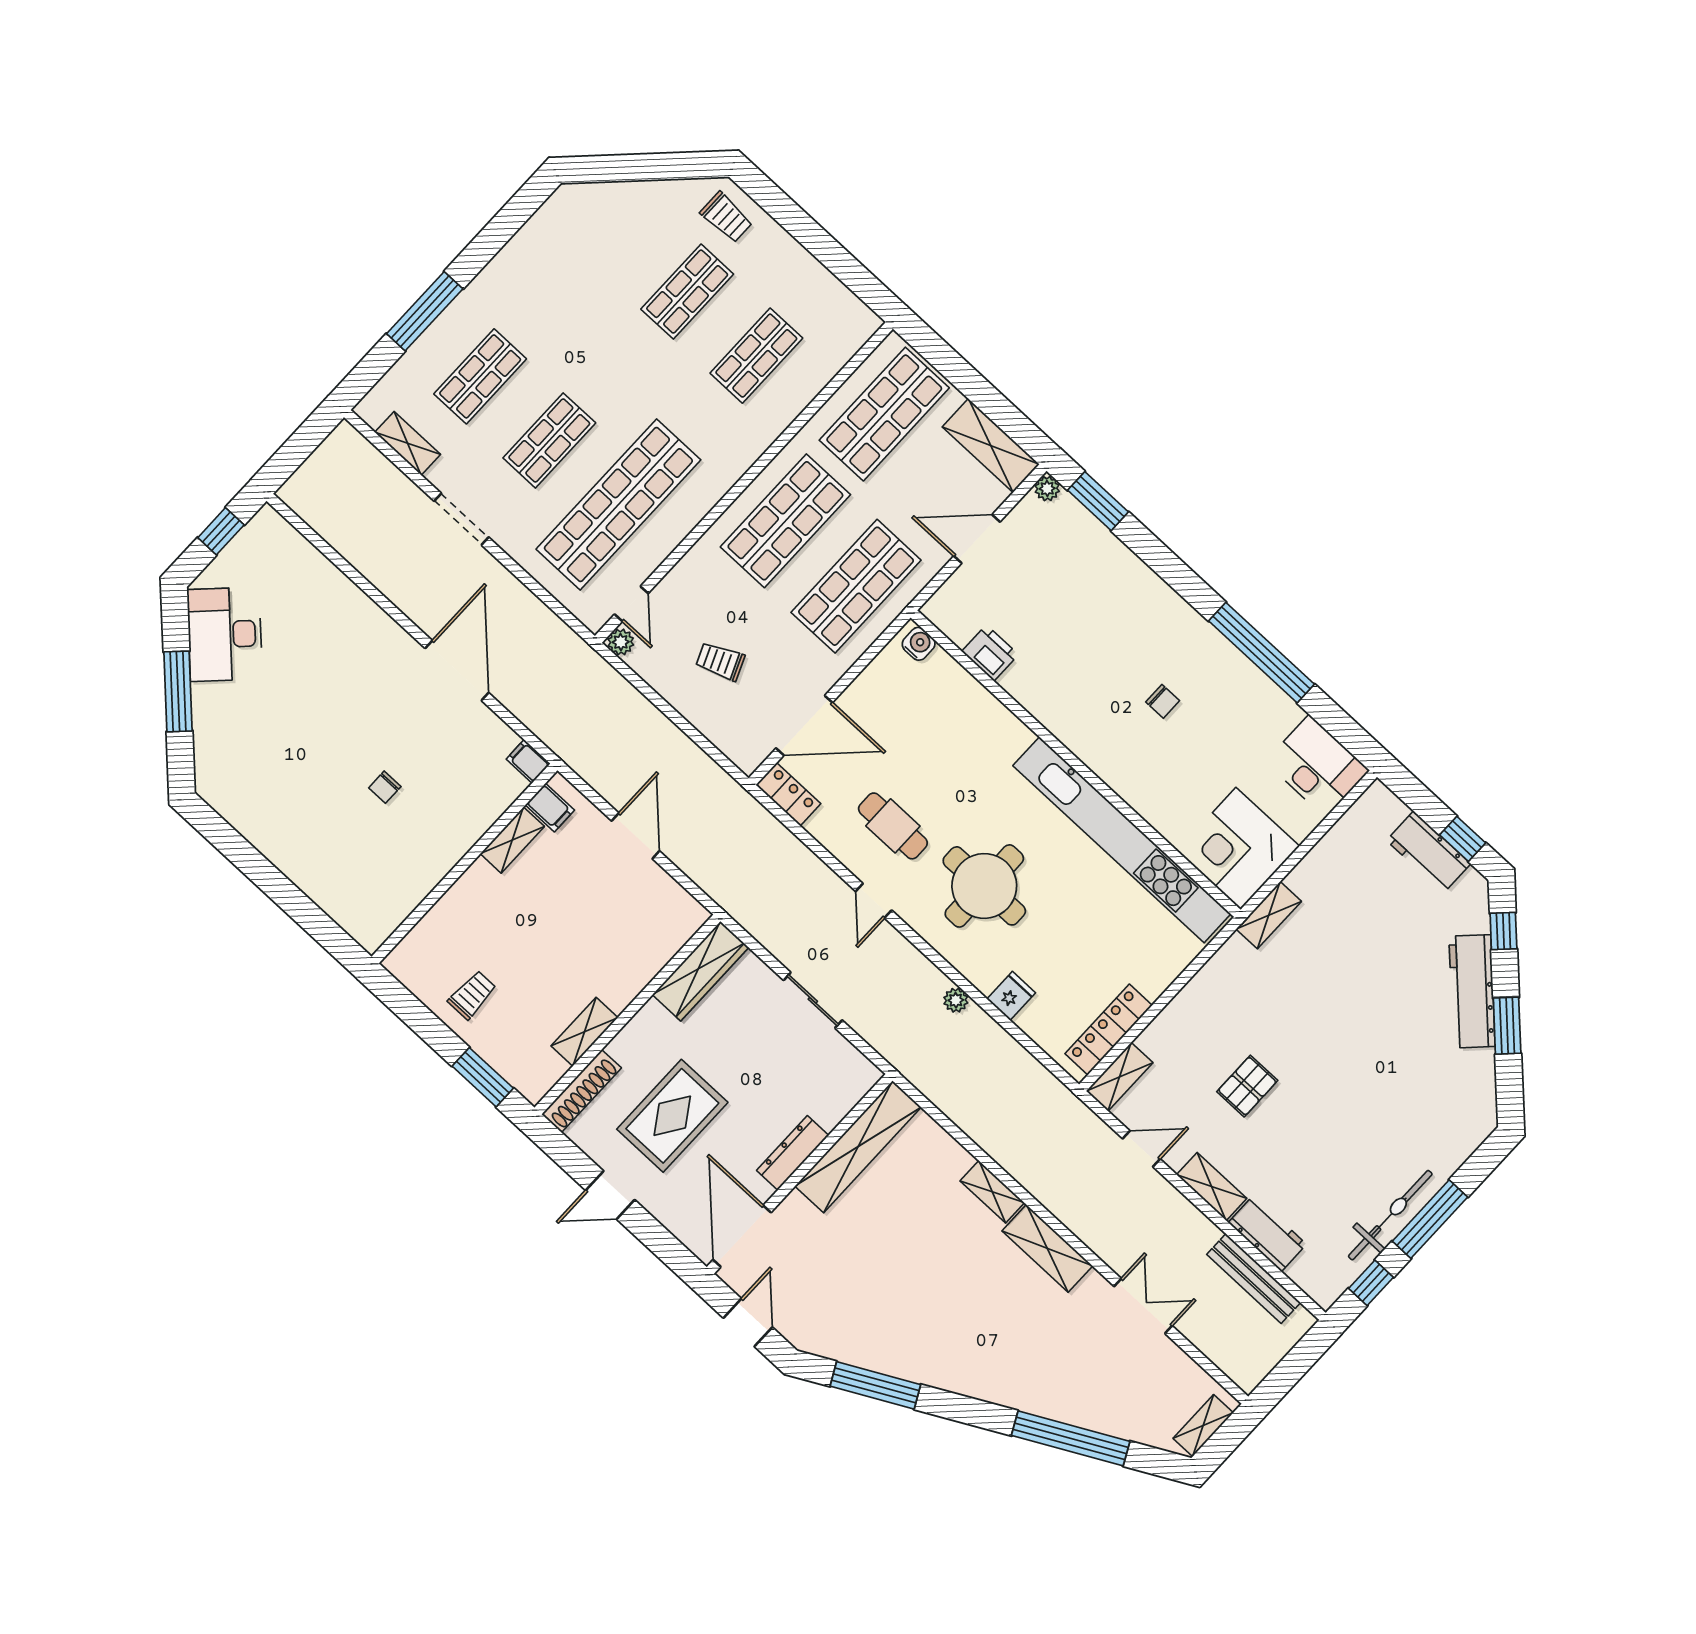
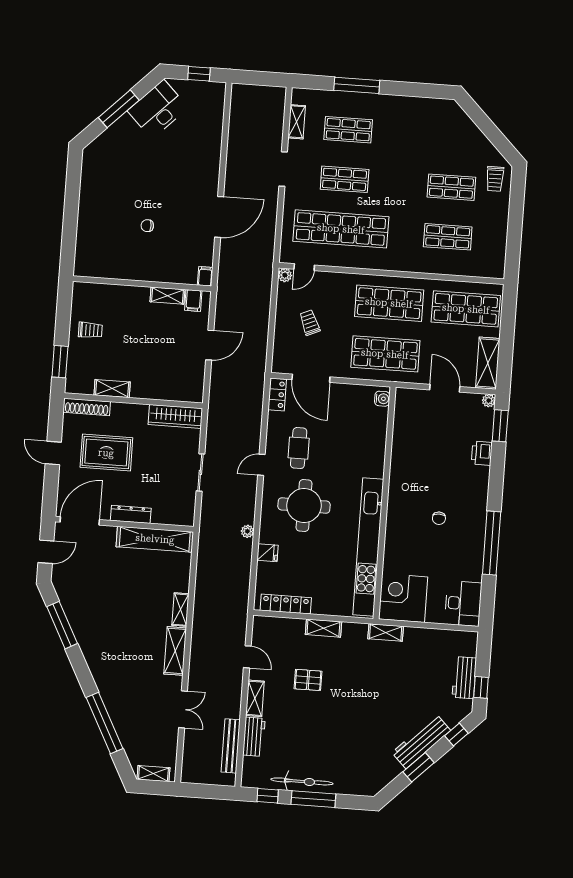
printer: (990, 653) -> (482, 453), moved, turned 180
shelving: (1120, 1077) -> (323, 628), moved

